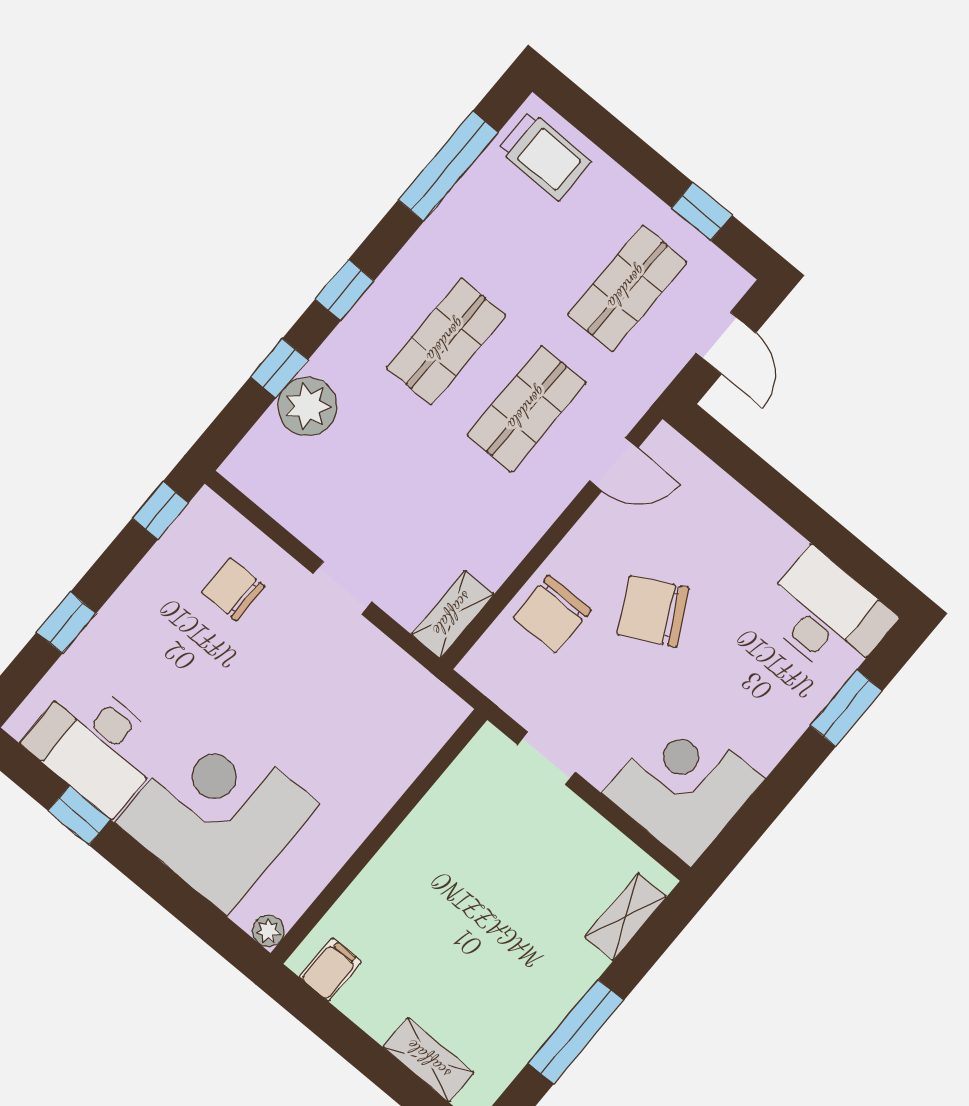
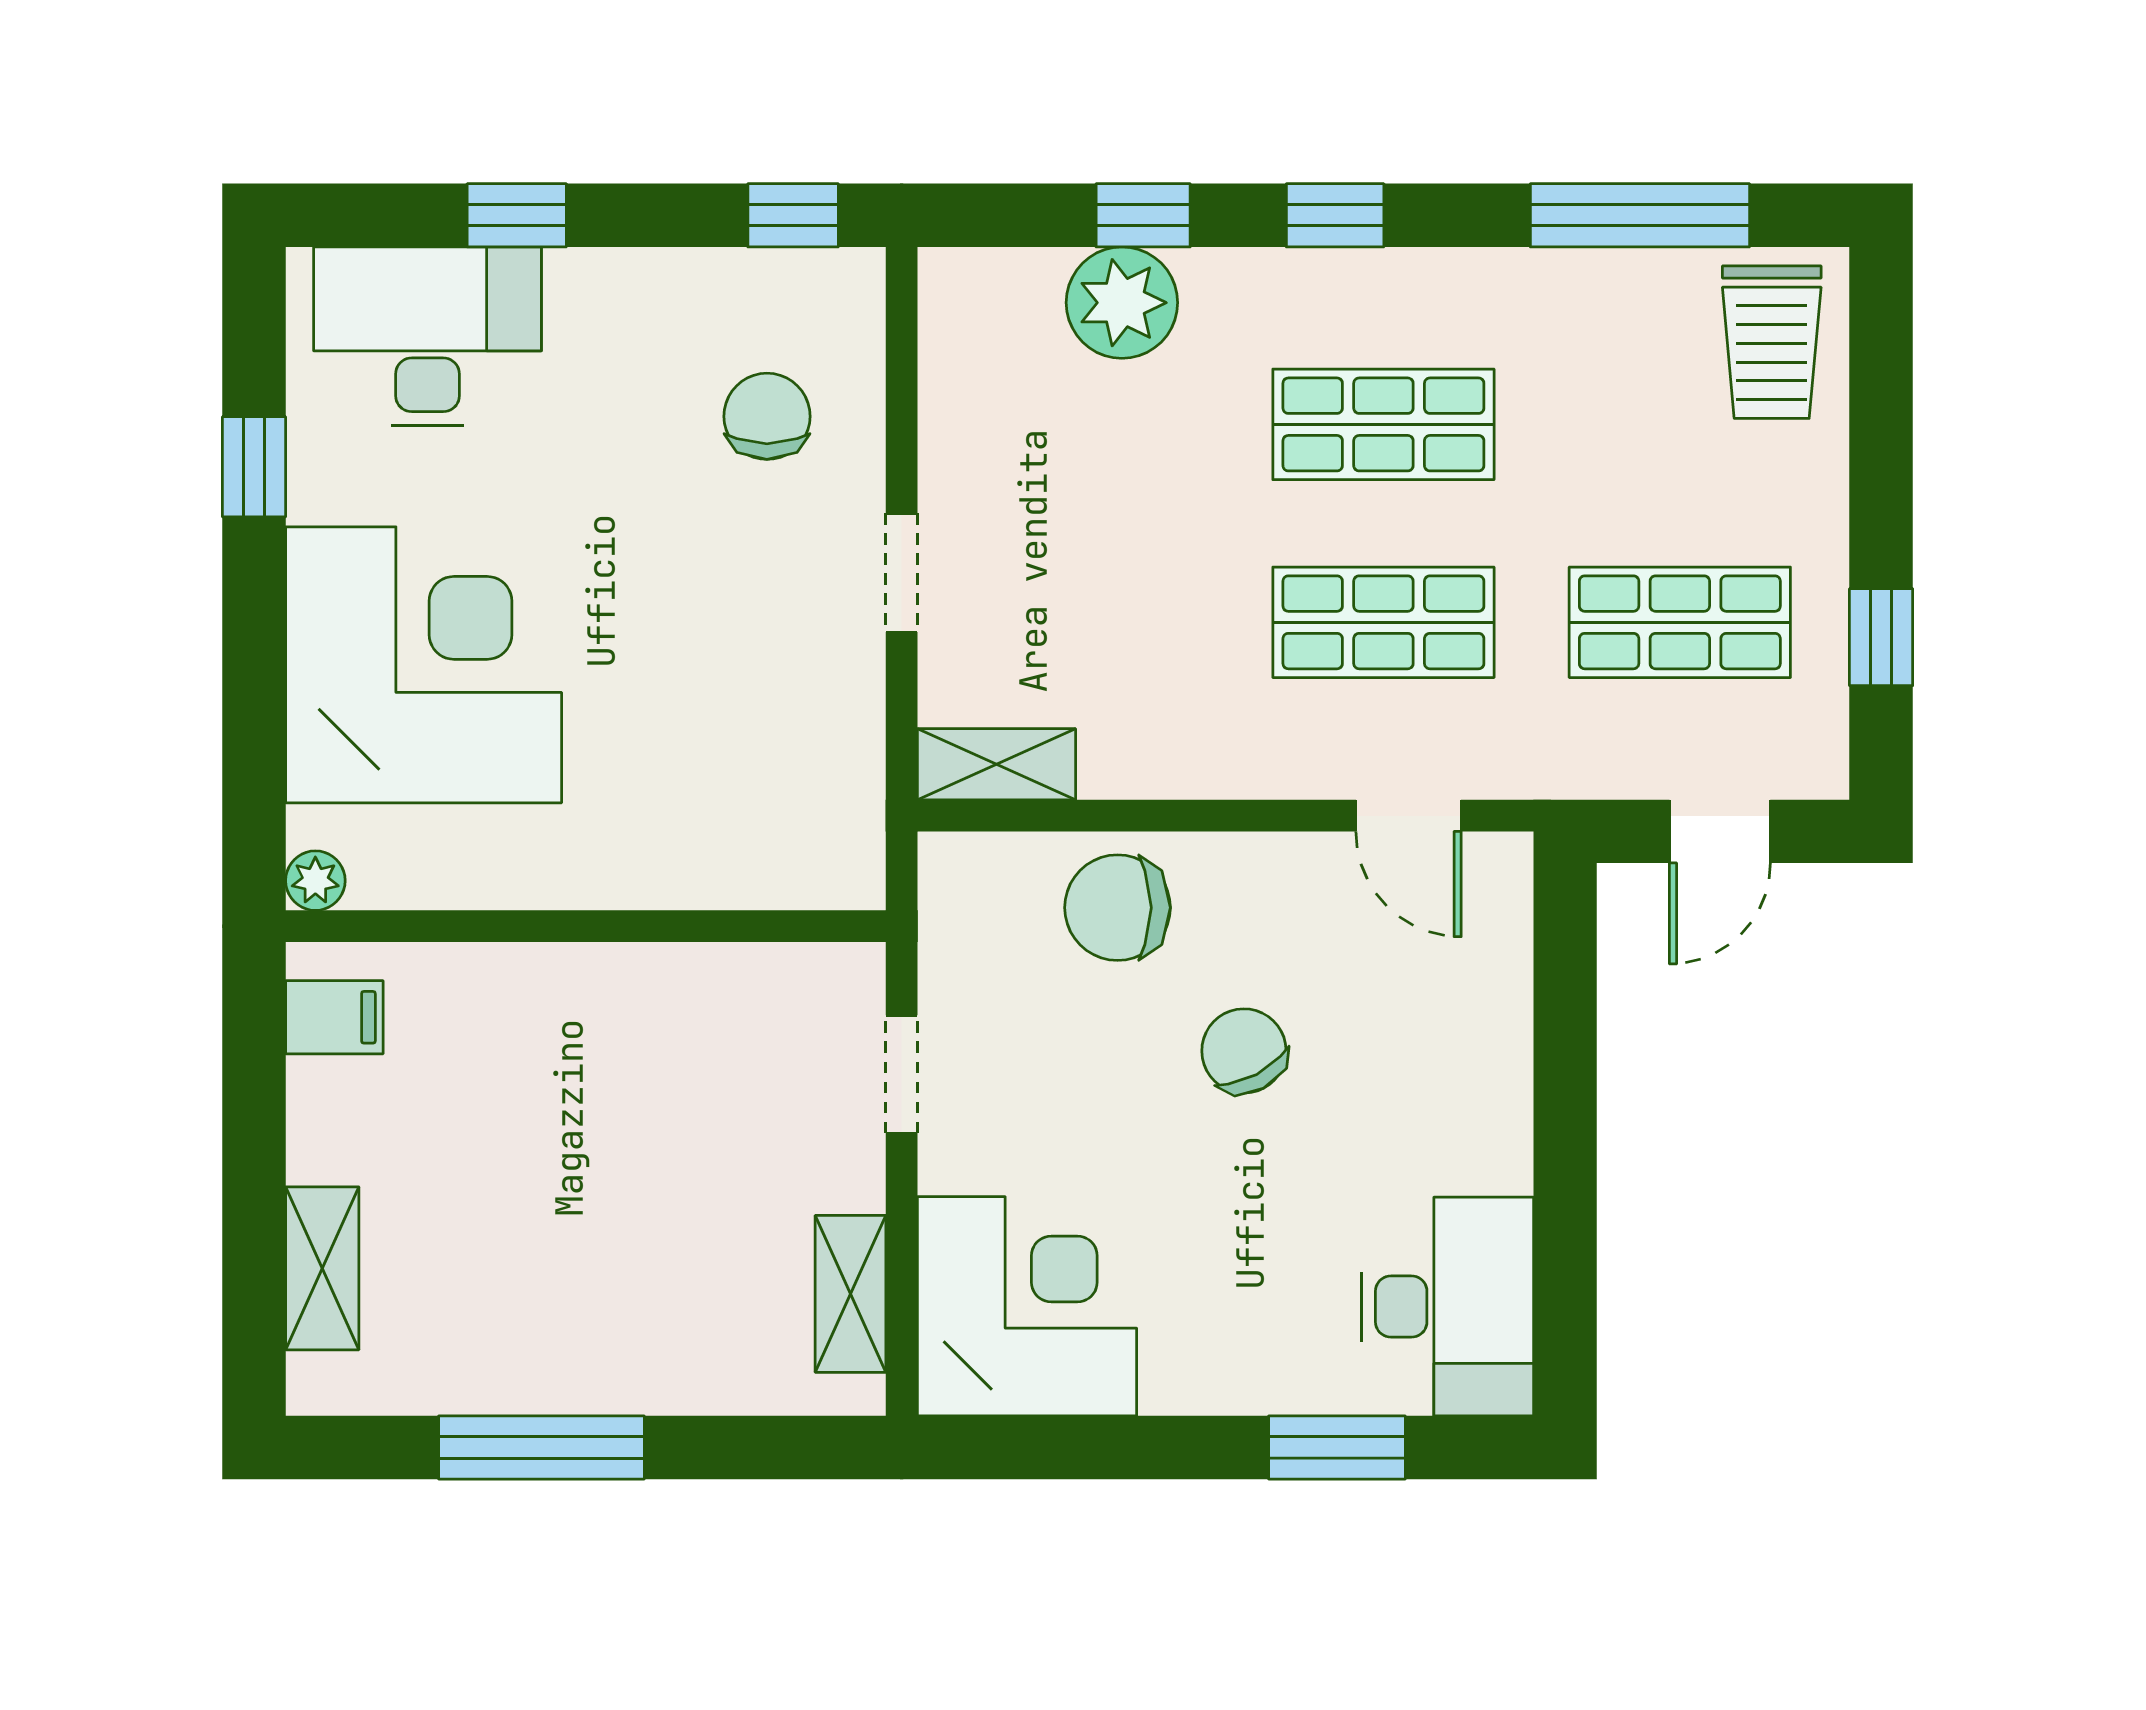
chair: (653, 611) -> (1244, 1051), width x0.73, depth x0.73
desk: (96, 745) -> (427, 336), moved, turned 90
shelving: (626, 917) -> (851, 1294), moved, turned 90

